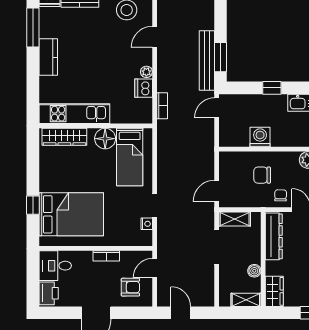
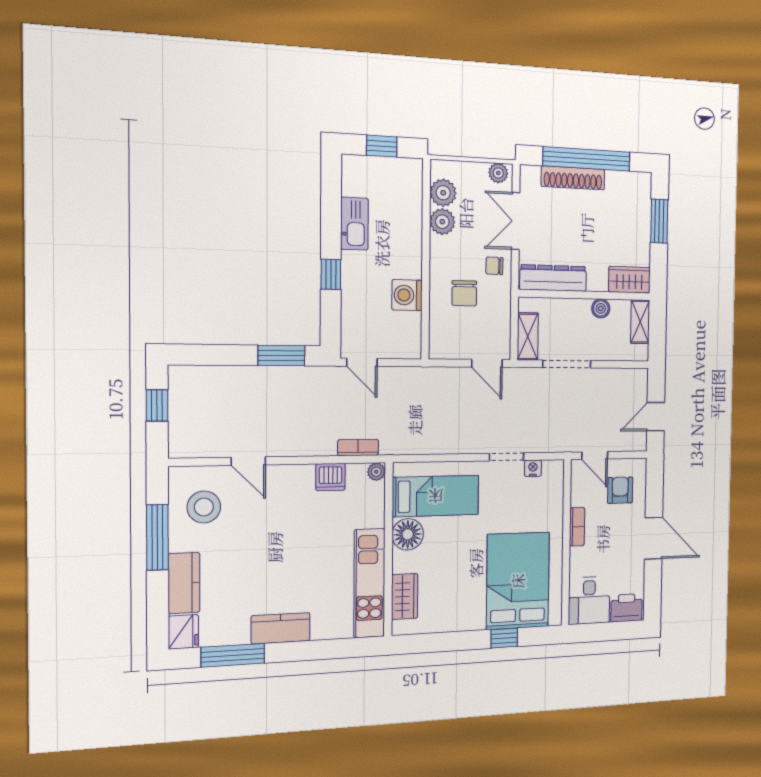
bench: (207, 61) -> (287, 377), removed
plant: (146, 72) -> (376, 472), moved
wardrobe: (64, 137) -> (405, 597), width x0.67

